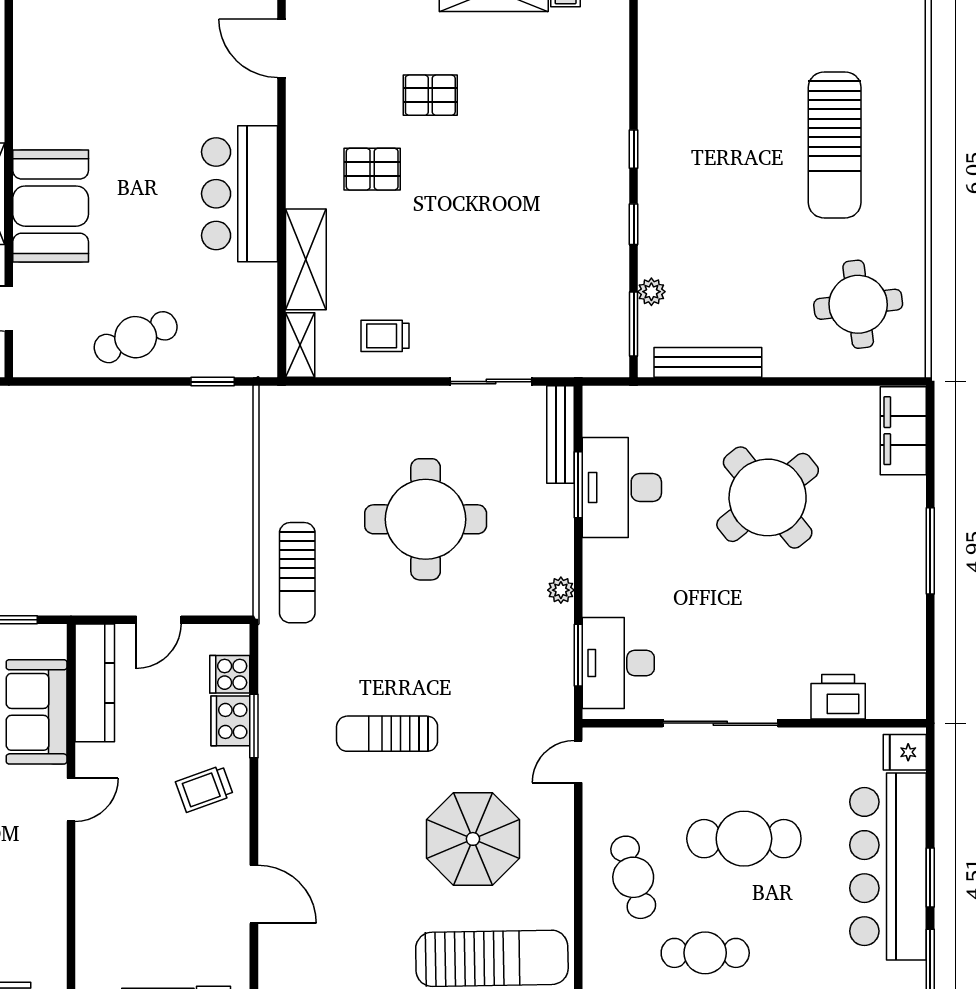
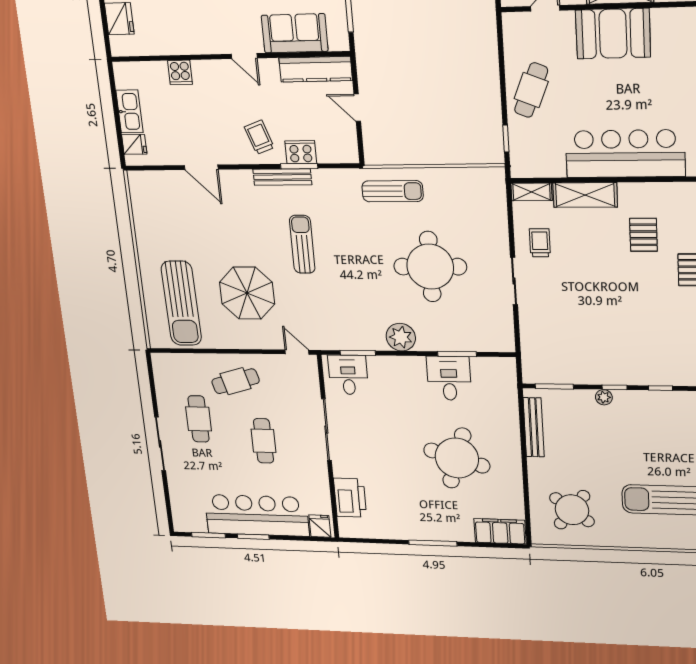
bar counter: (240, 194) -> (625, 154), width x1.36
plant: (651, 292) -> (604, 397), moved
round table: (858, 304) -> (572, 510), turned 45
cafe table: (136, 337) -> (531, 90), turned 44
sliding door: (491, 382) -> (514, 281), moved
bench: (560, 434) -> (282, 177), moved
desk: (622, 488) -> (449, 378), width x0.73
round table: (768, 497) -> (457, 458), turned -34
sun lounger: (297, 573) -> (393, 191), turned 180
plant: (561, 590) -> (401, 337), width x1.87, depth x1.87
desk: (618, 663) -> (348, 375), width x0.73
cooker: (230, 674) -> (180, 72), moved, turned 180
printer: (838, 697) -> (350, 498), width x1.37, depth x1.19
cafe table: (744, 839) -> (264, 441), width x0.73, depth x0.74
door: (254, 894) -> (201, 167), hinge flipped

